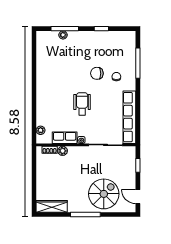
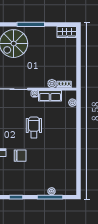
wheelchair: (82, 104) -> (34, 127), turned 180
wardrobe: (52, 206) -> (67, 32), width x0.67

